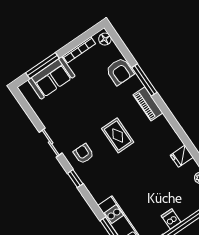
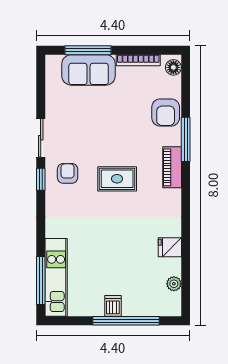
rug: (118, 135) -> (117, 179), turned 90
window: (75, 179) -> (41, 179), moved

